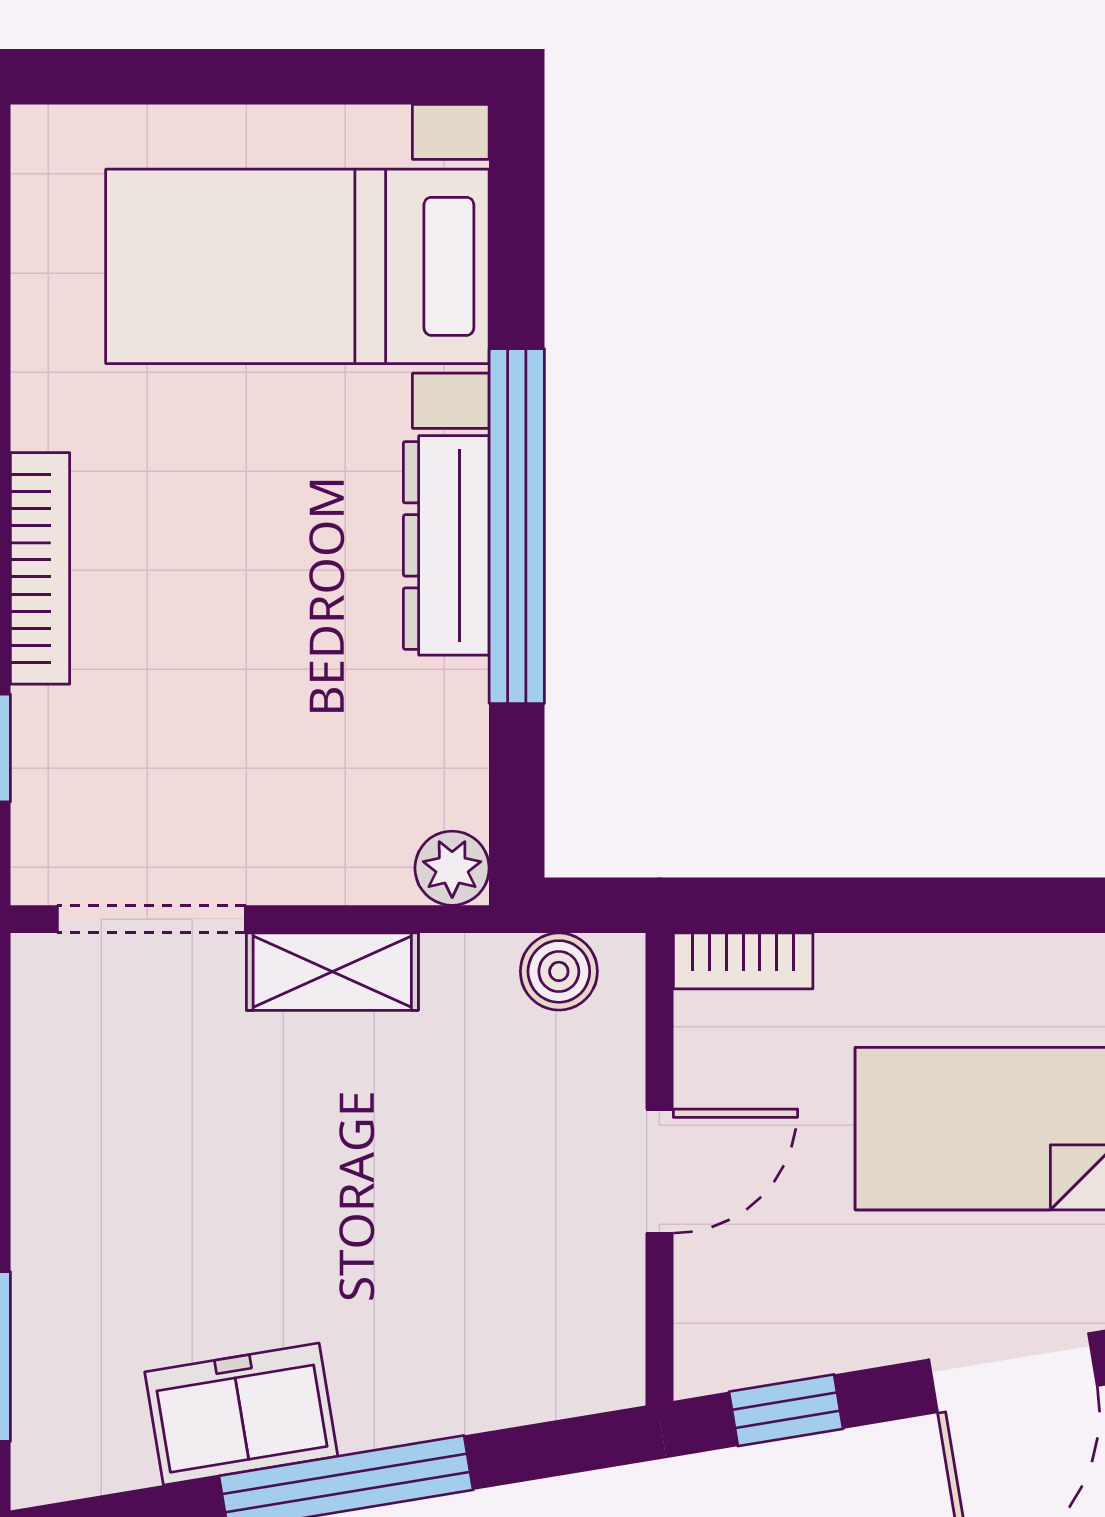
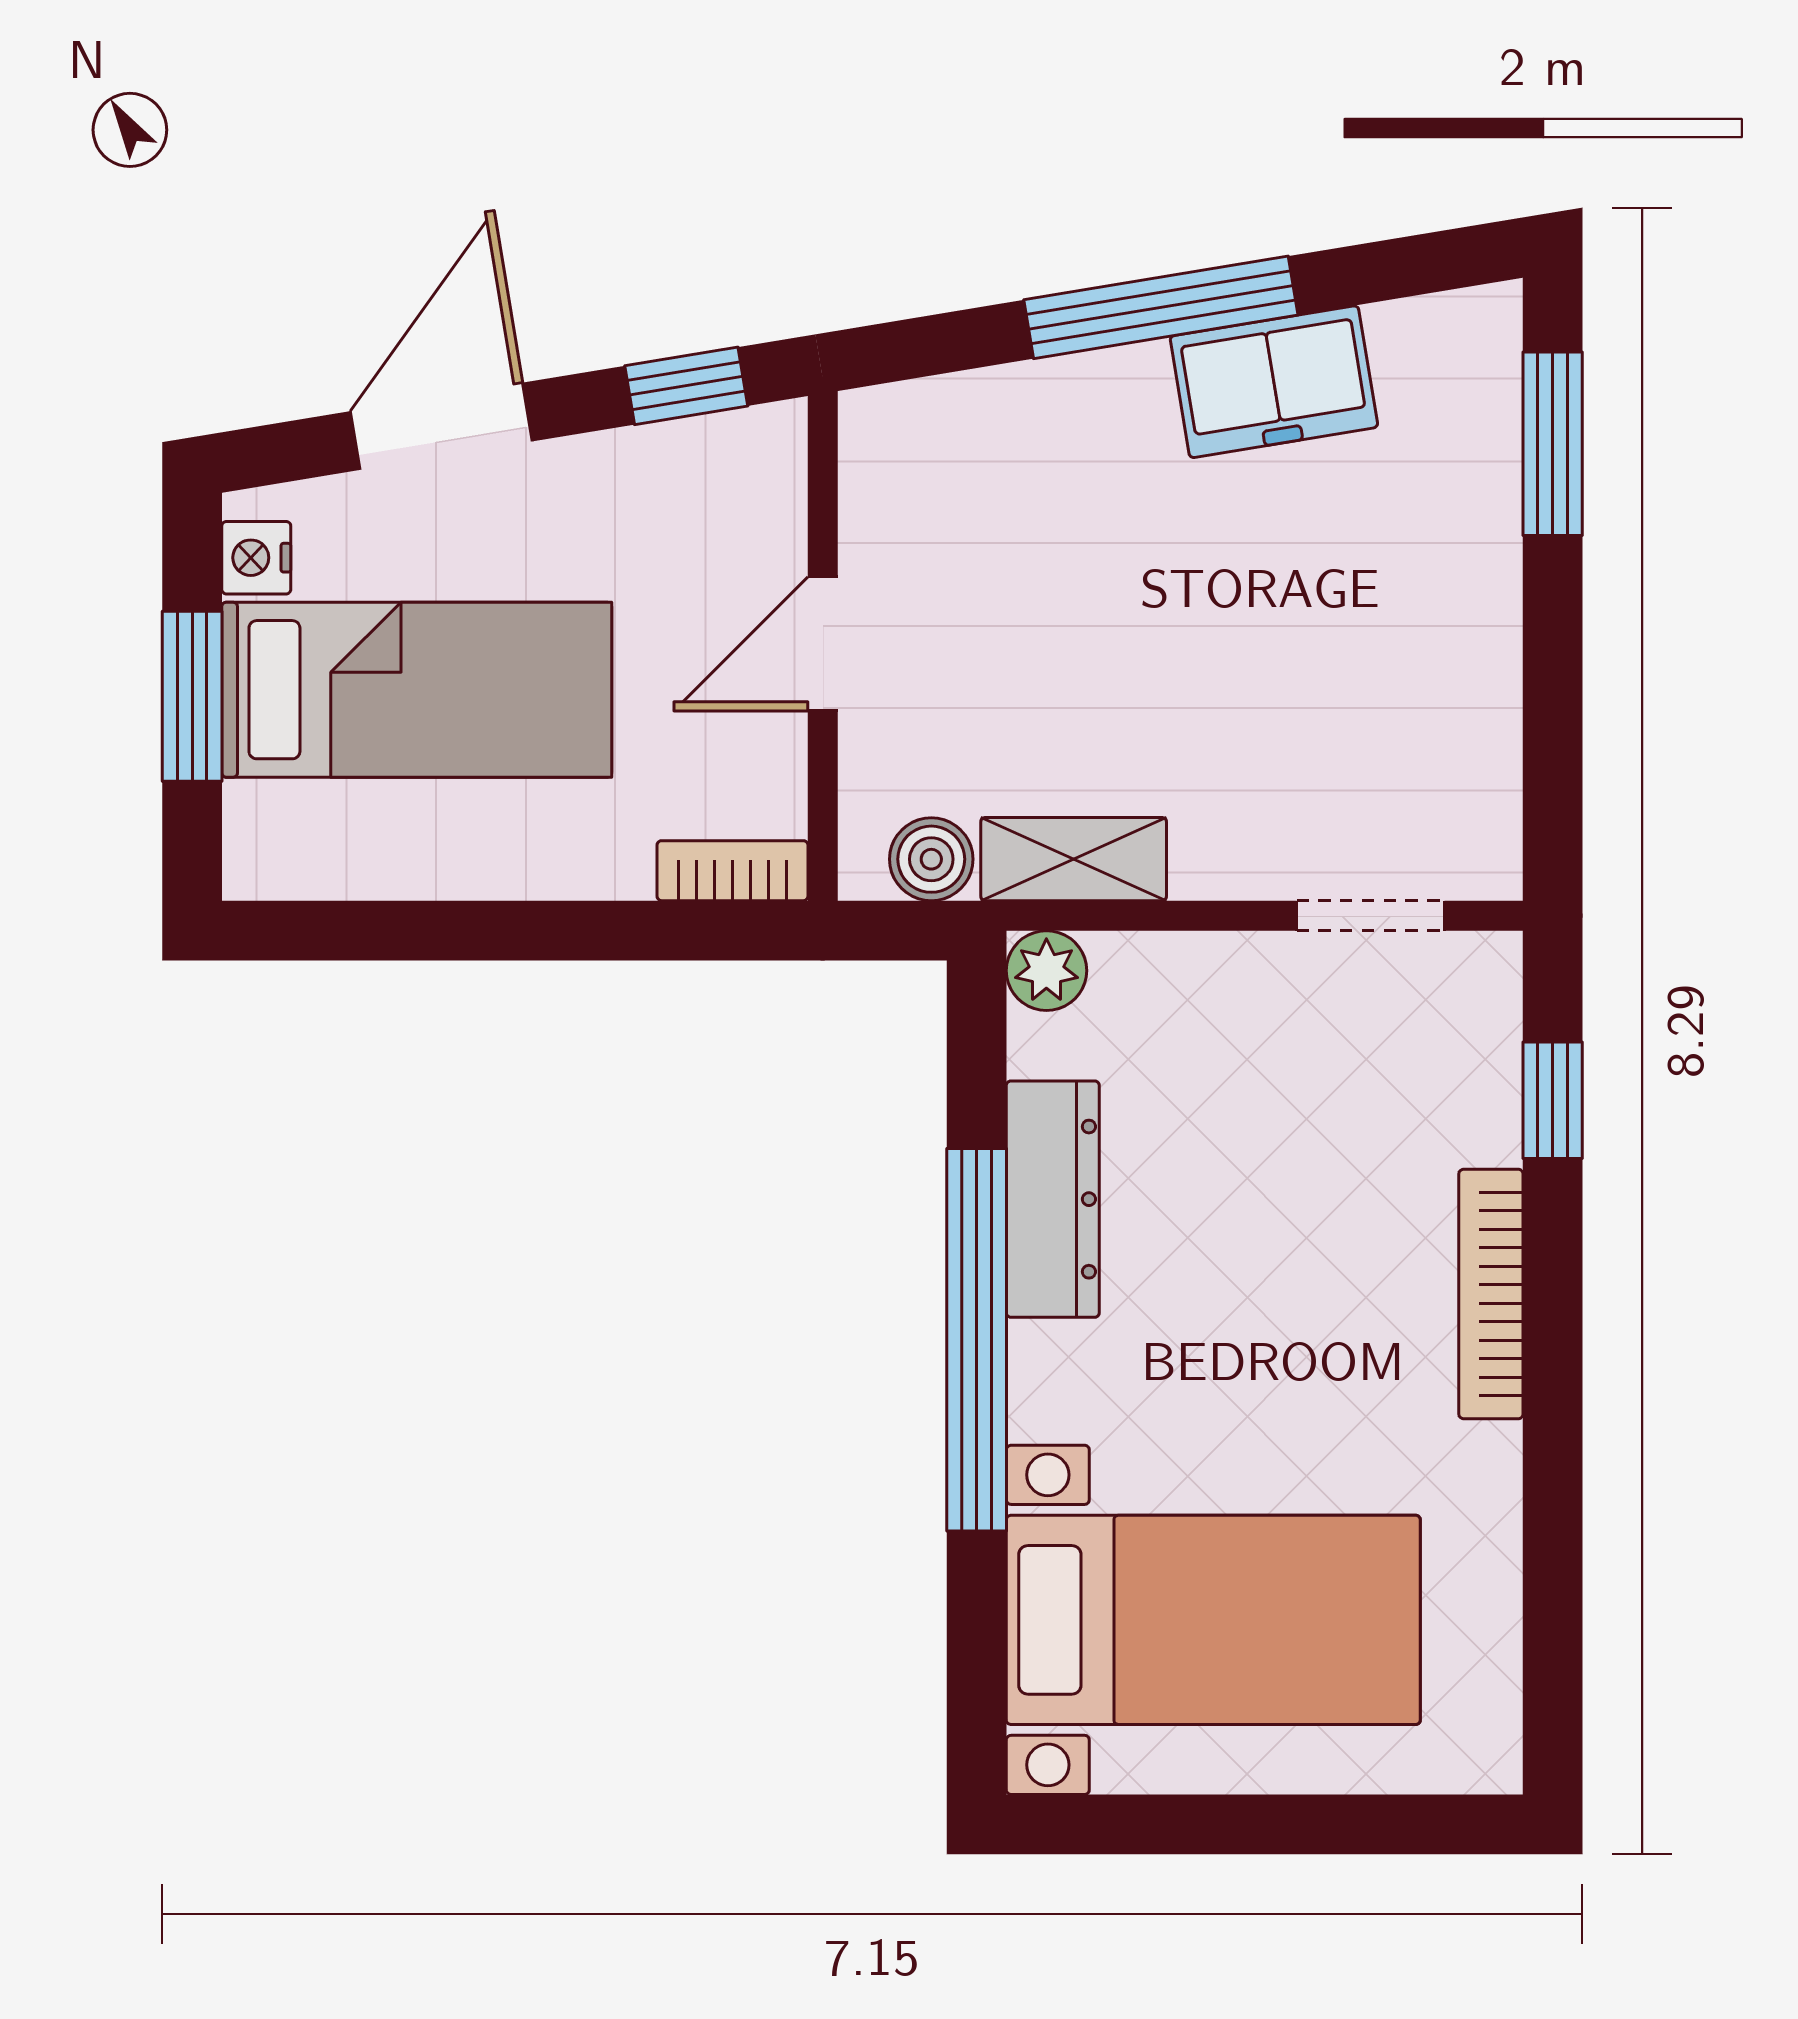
dresser: (446, 545) -> (1053, 1199), moved
doorway: (152, 919) -> (1371, 916), width x0.73
shelving: (332, 972) -> (1074, 859), moved

